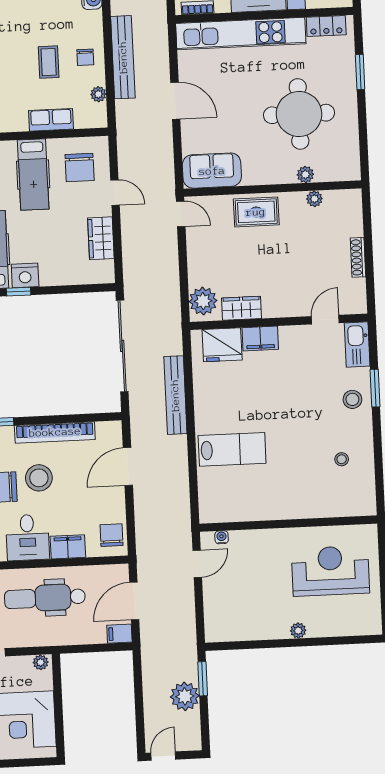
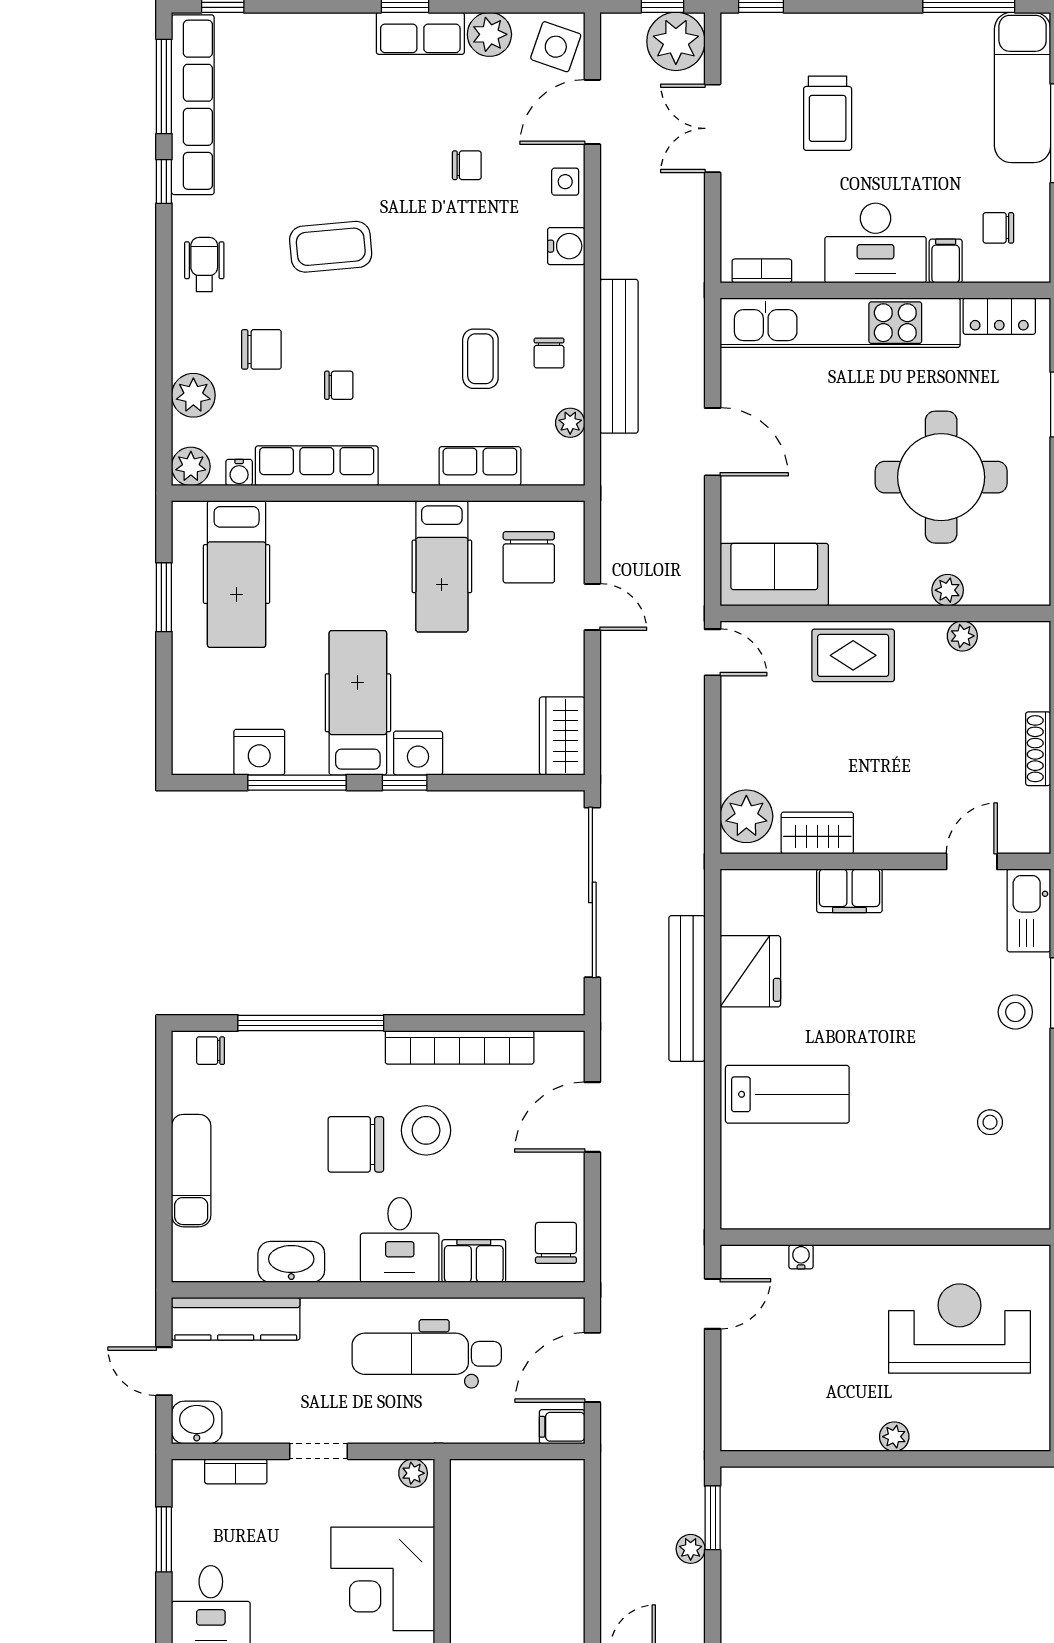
wardrobe: (101, 238) -> (562, 736), moved
fridge: (222, 345) -> (750, 971), moved, turned -90
water cooler: (222, 537) -> (801, 1257), moved
plant: (185, 696) -> (691, 1549), width x0.53, depth x0.53

